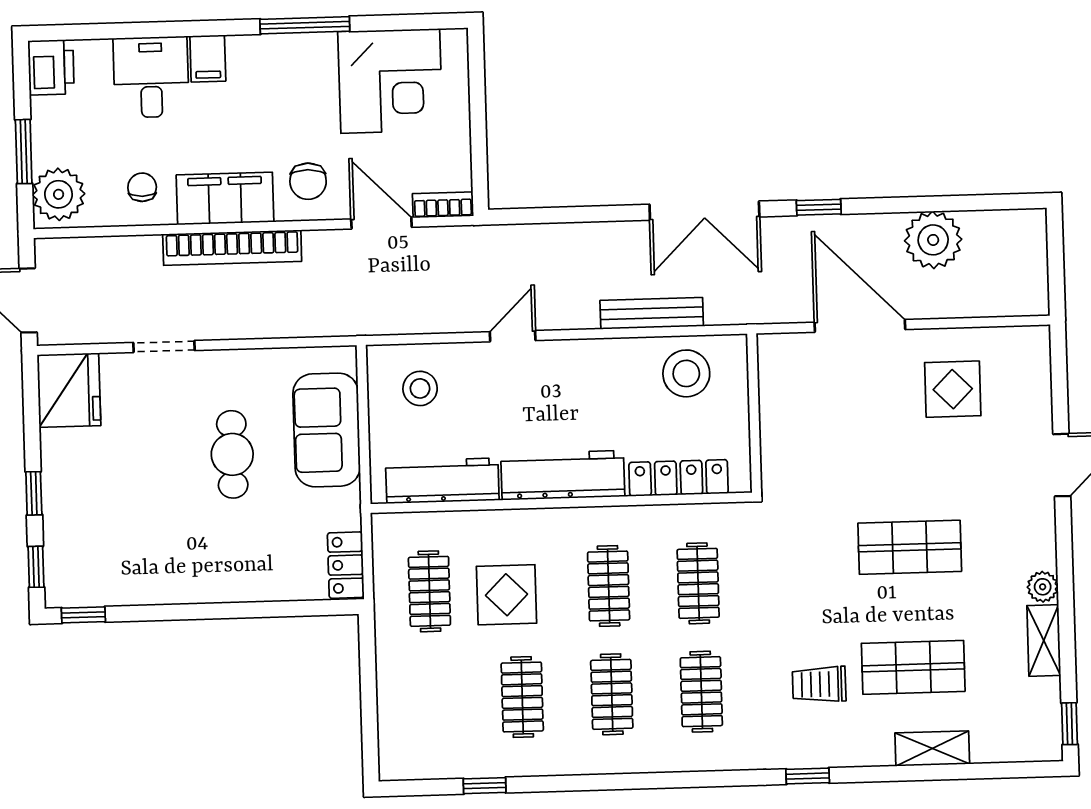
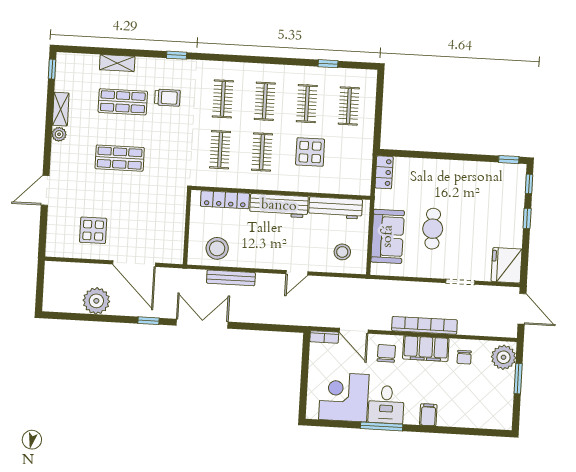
printer: (51, 67) -> (502, 417), removed
desk: (151, 77) -> (386, 404), moved
clothes rail: (429, 591) -> (349, 106), moved

